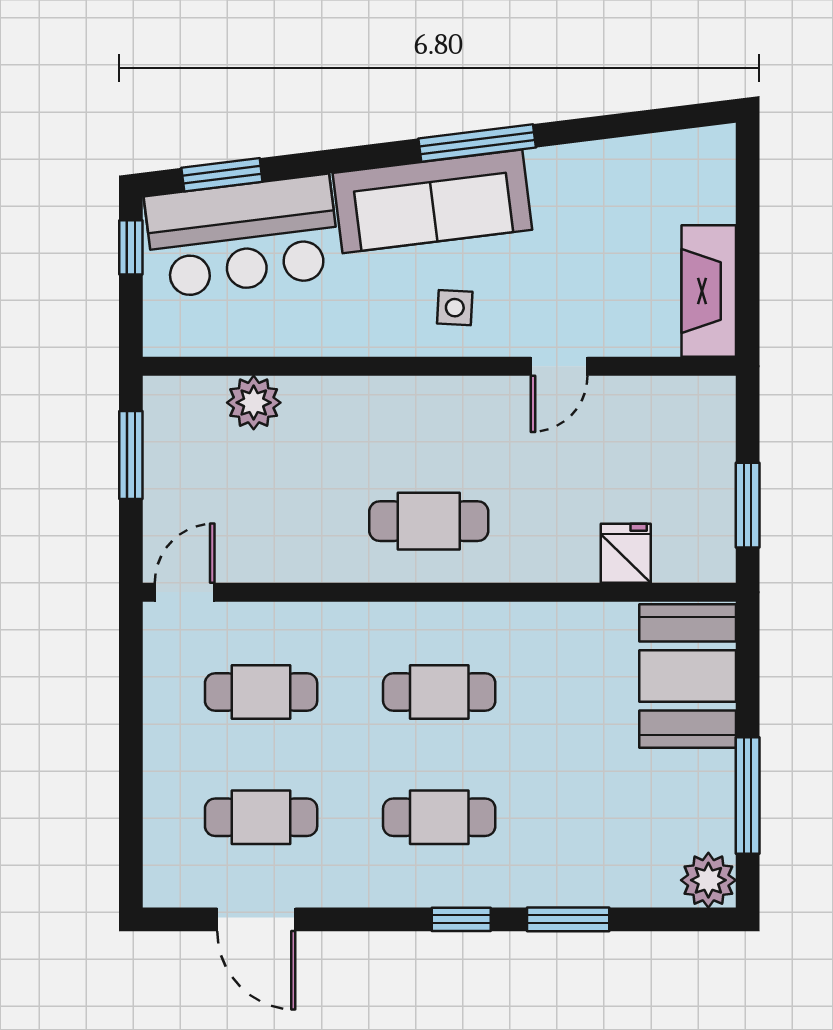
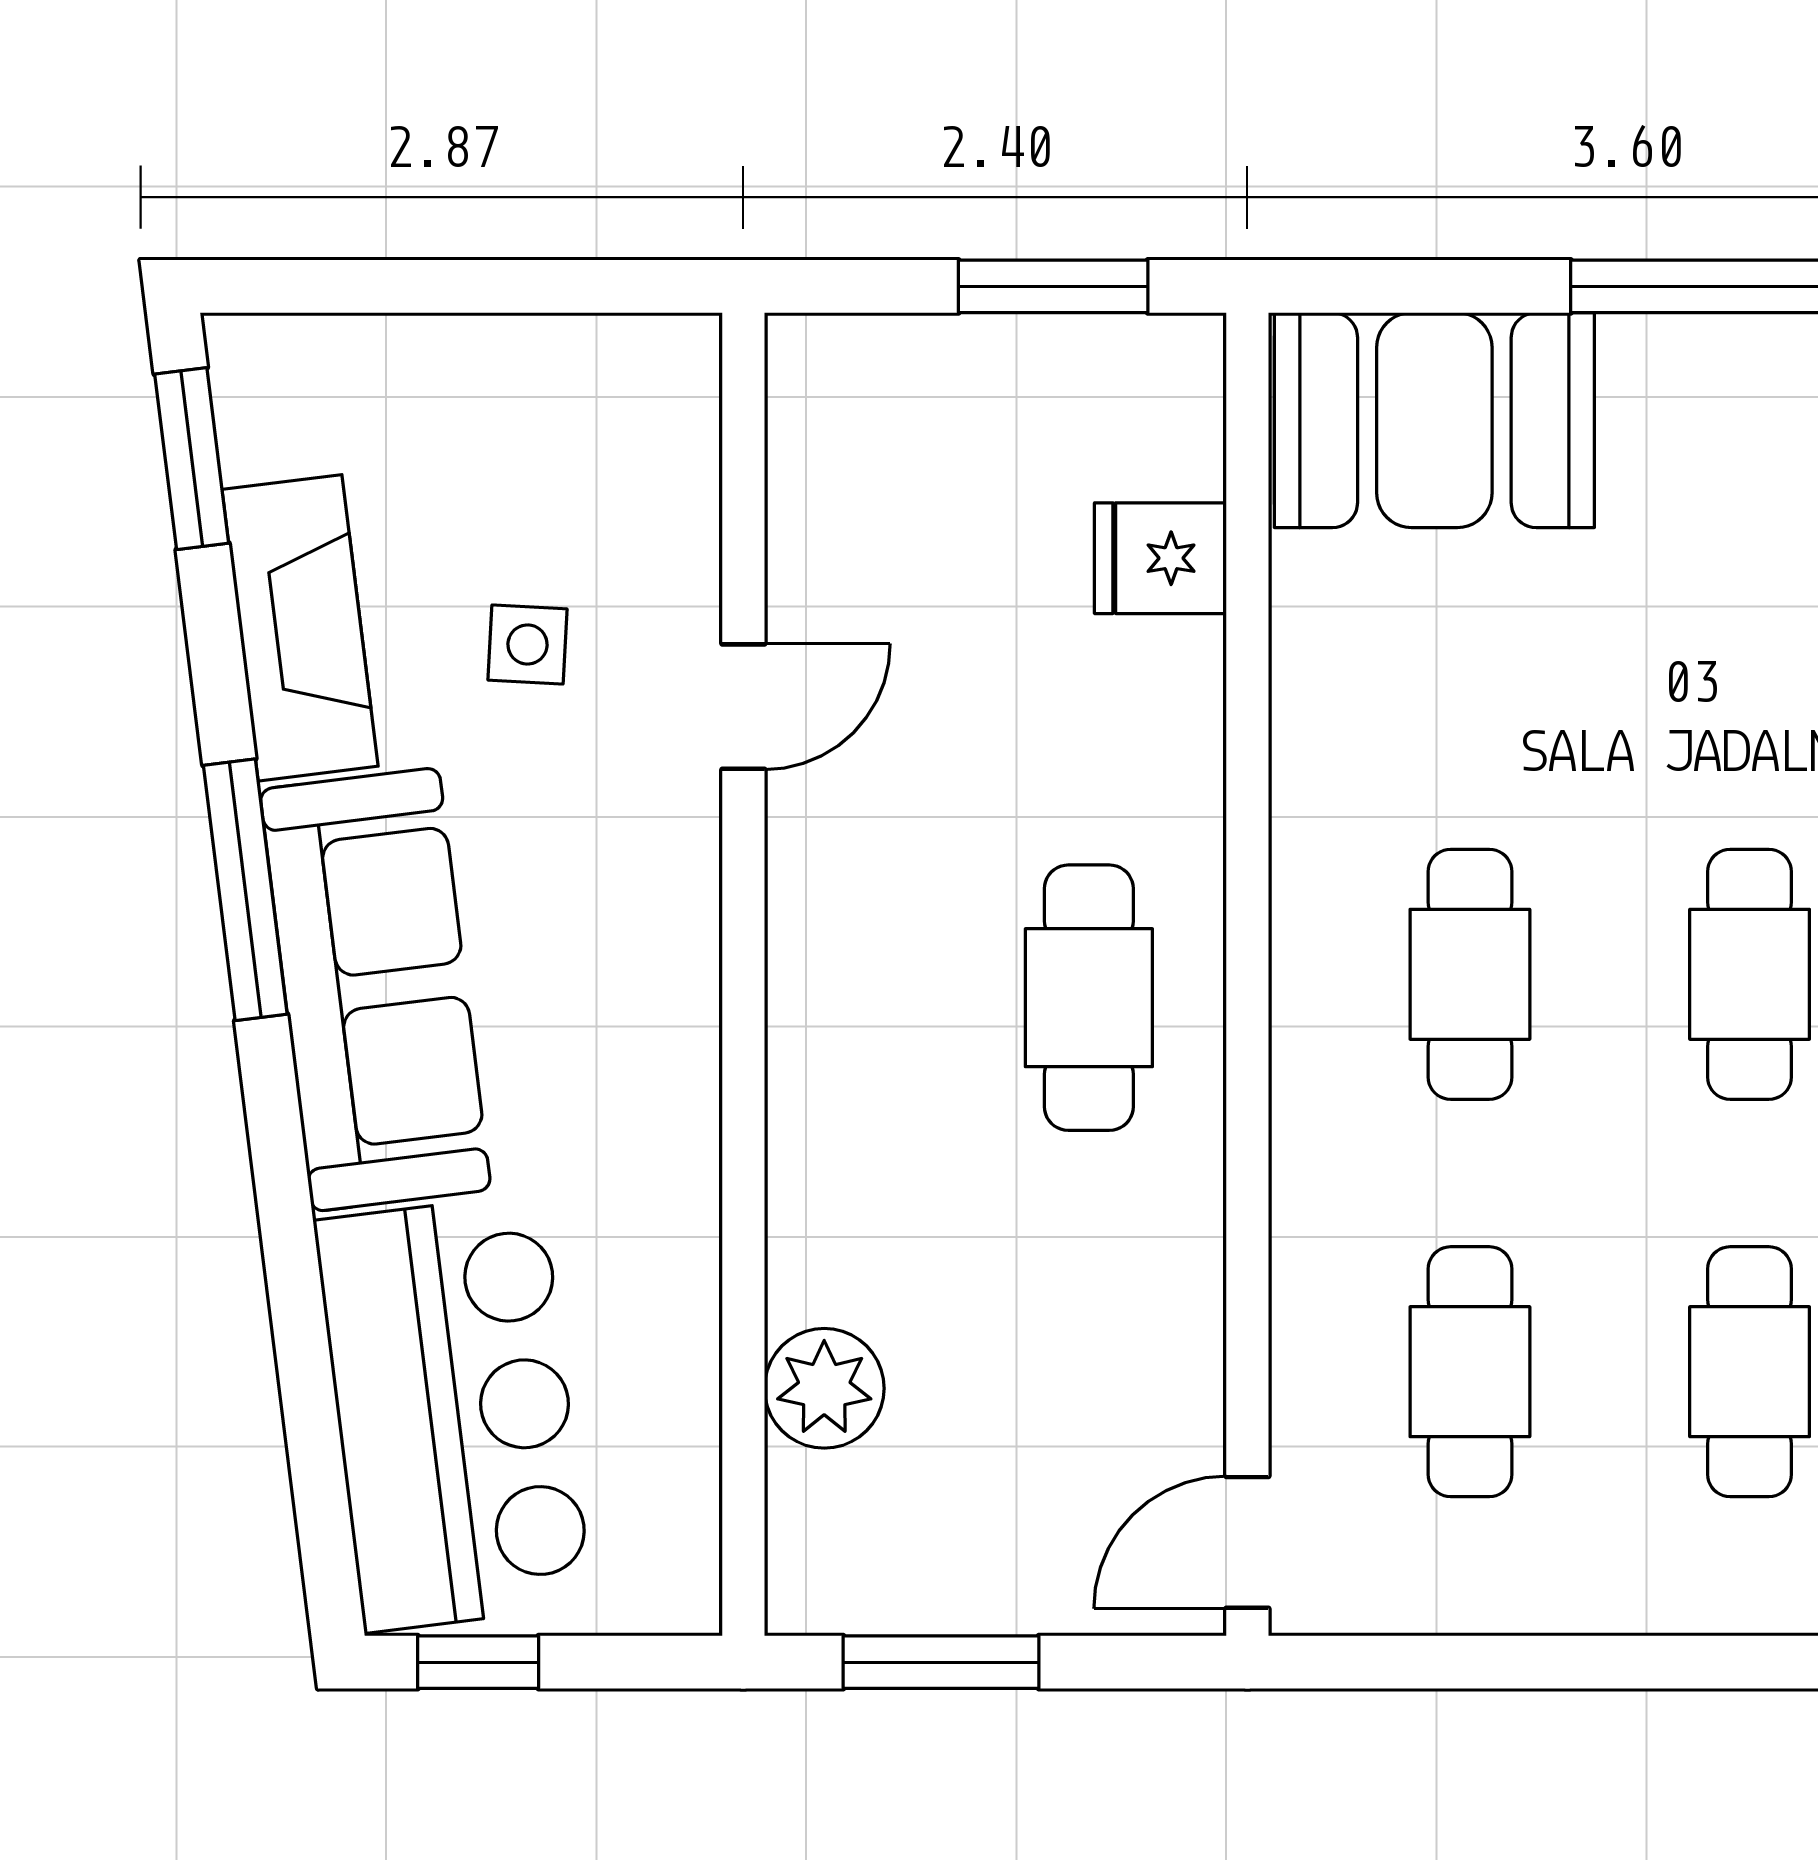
window: (222, 175) -> (192, 459), moved
fireplace: (709, 291) -> (300, 628), moved, turned -97
side table: (455, 308) -> (528, 645), moved
door: (559, 366) -> (743, 707), hinge flipped
door: (185, 592) -> (1247, 1542), hinge flipped

